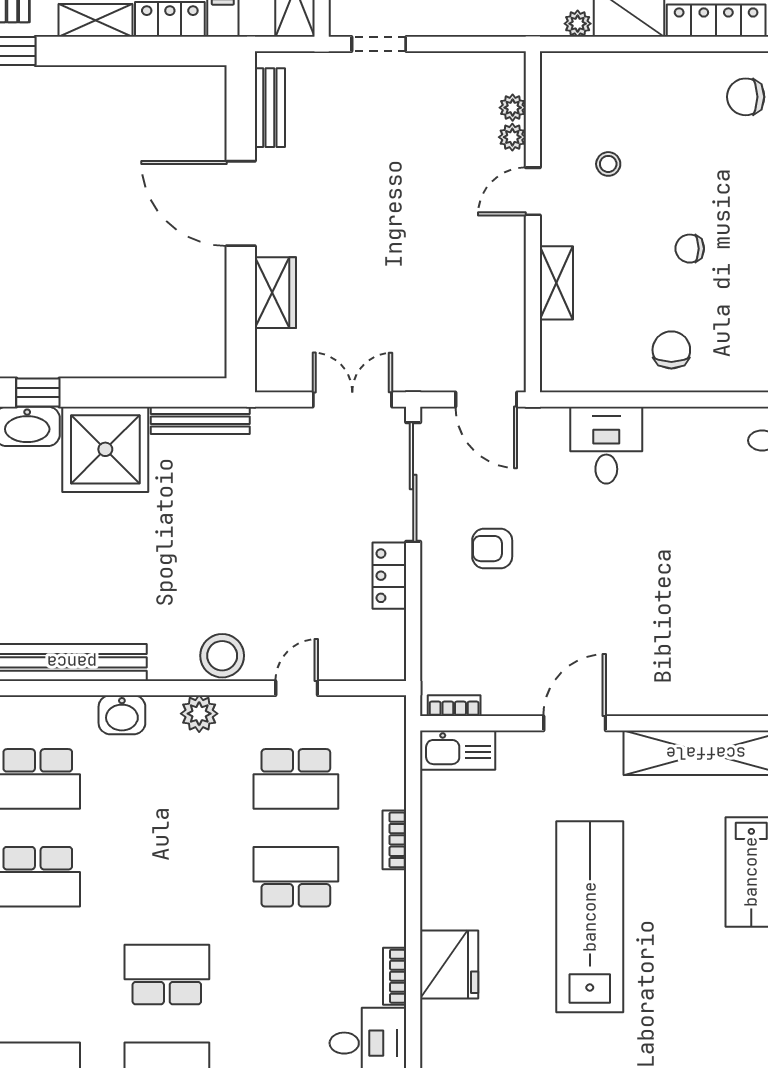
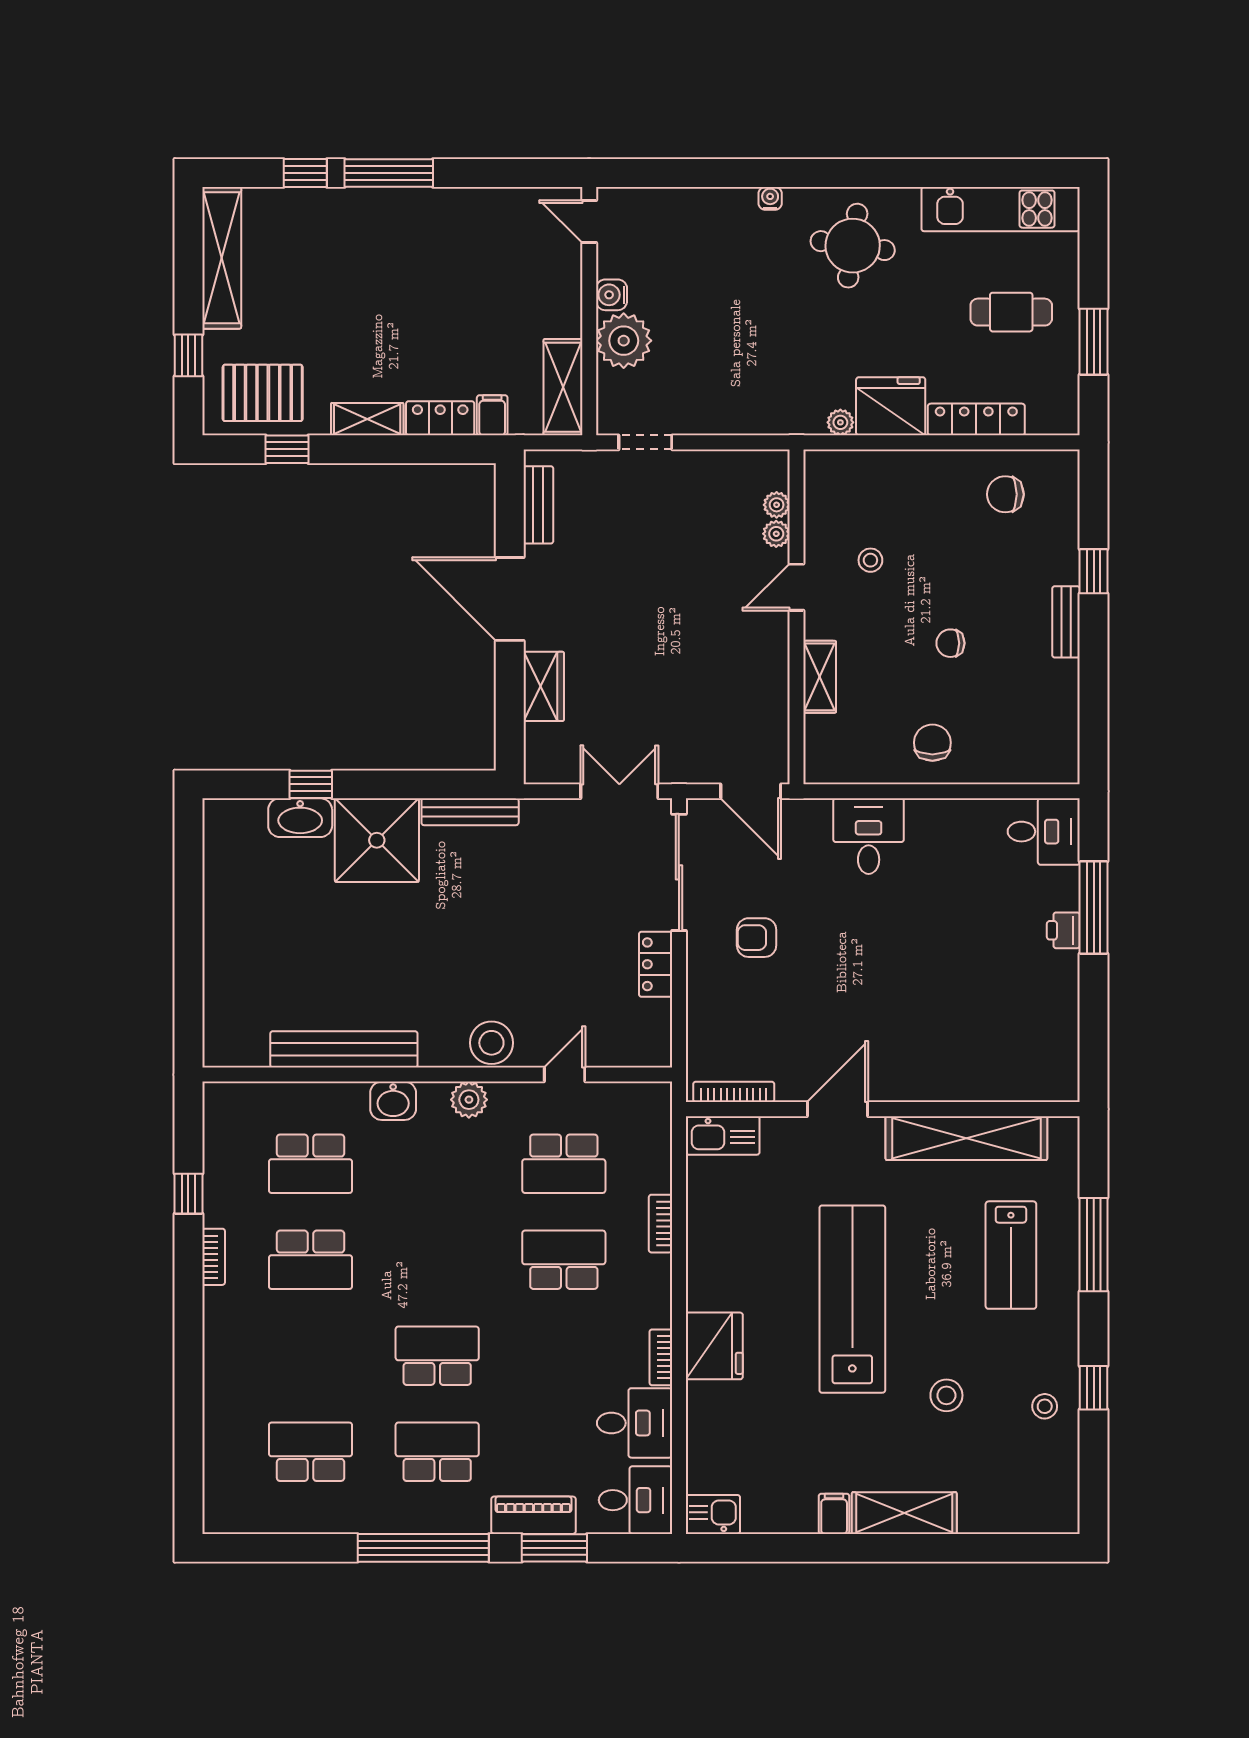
bookcase: (454, 706) -> (734, 1092), width x1.56
stool: (686, 1015) -> (946, 1395), added

